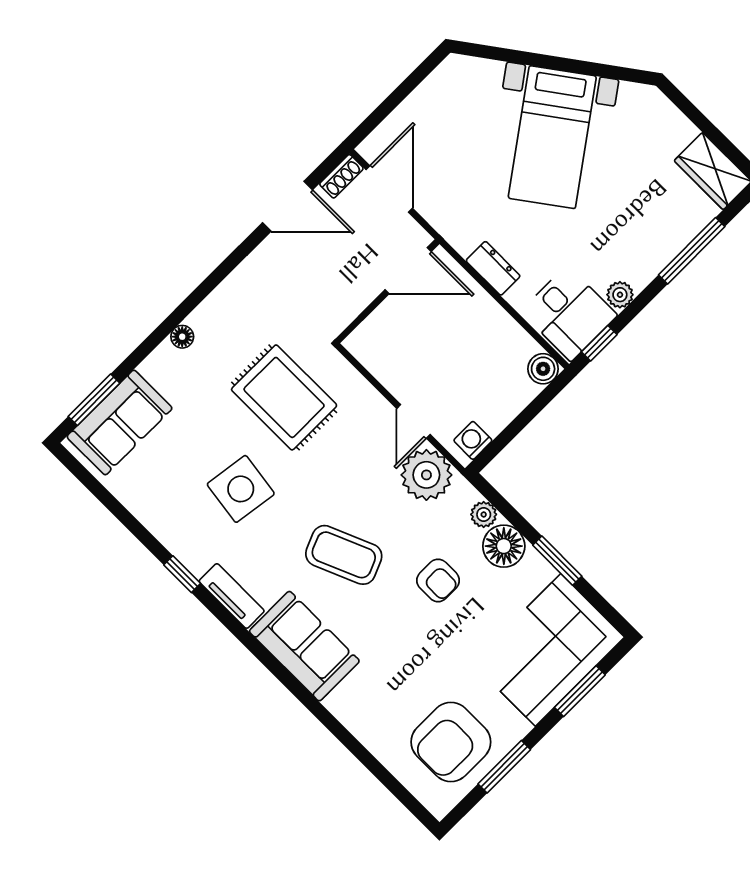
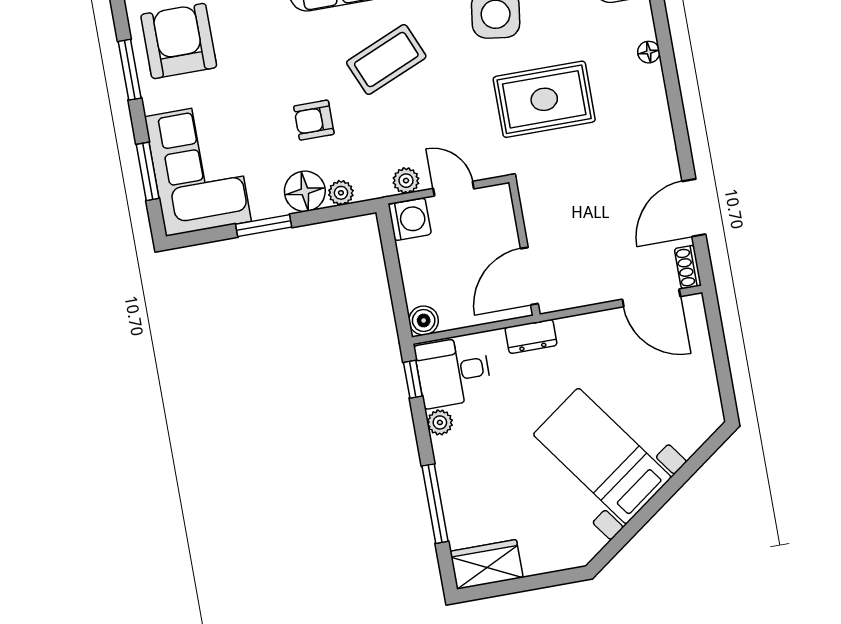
door: (408, 271) -> (529, 276), moved
wall: (387, 291) -> (524, 248), moved
washing machine: (473, 440) -> (410, 219), width x1.38, depth x1.38
plant: (426, 475) -> (406, 181), width x0.53, depth x0.53

